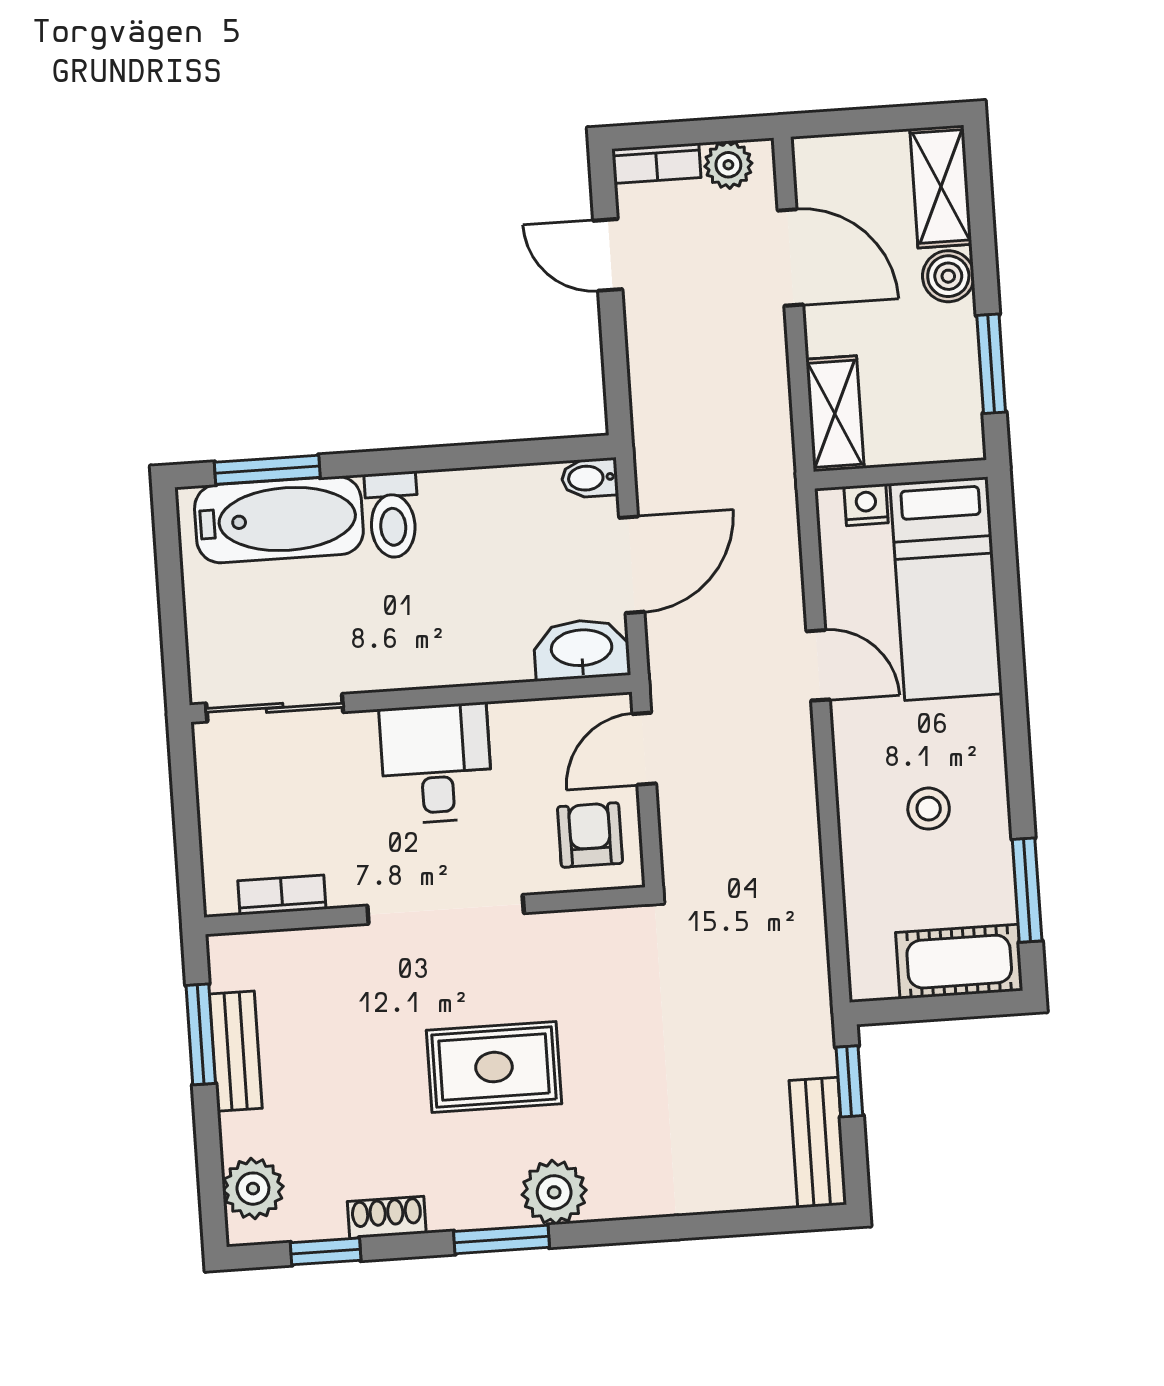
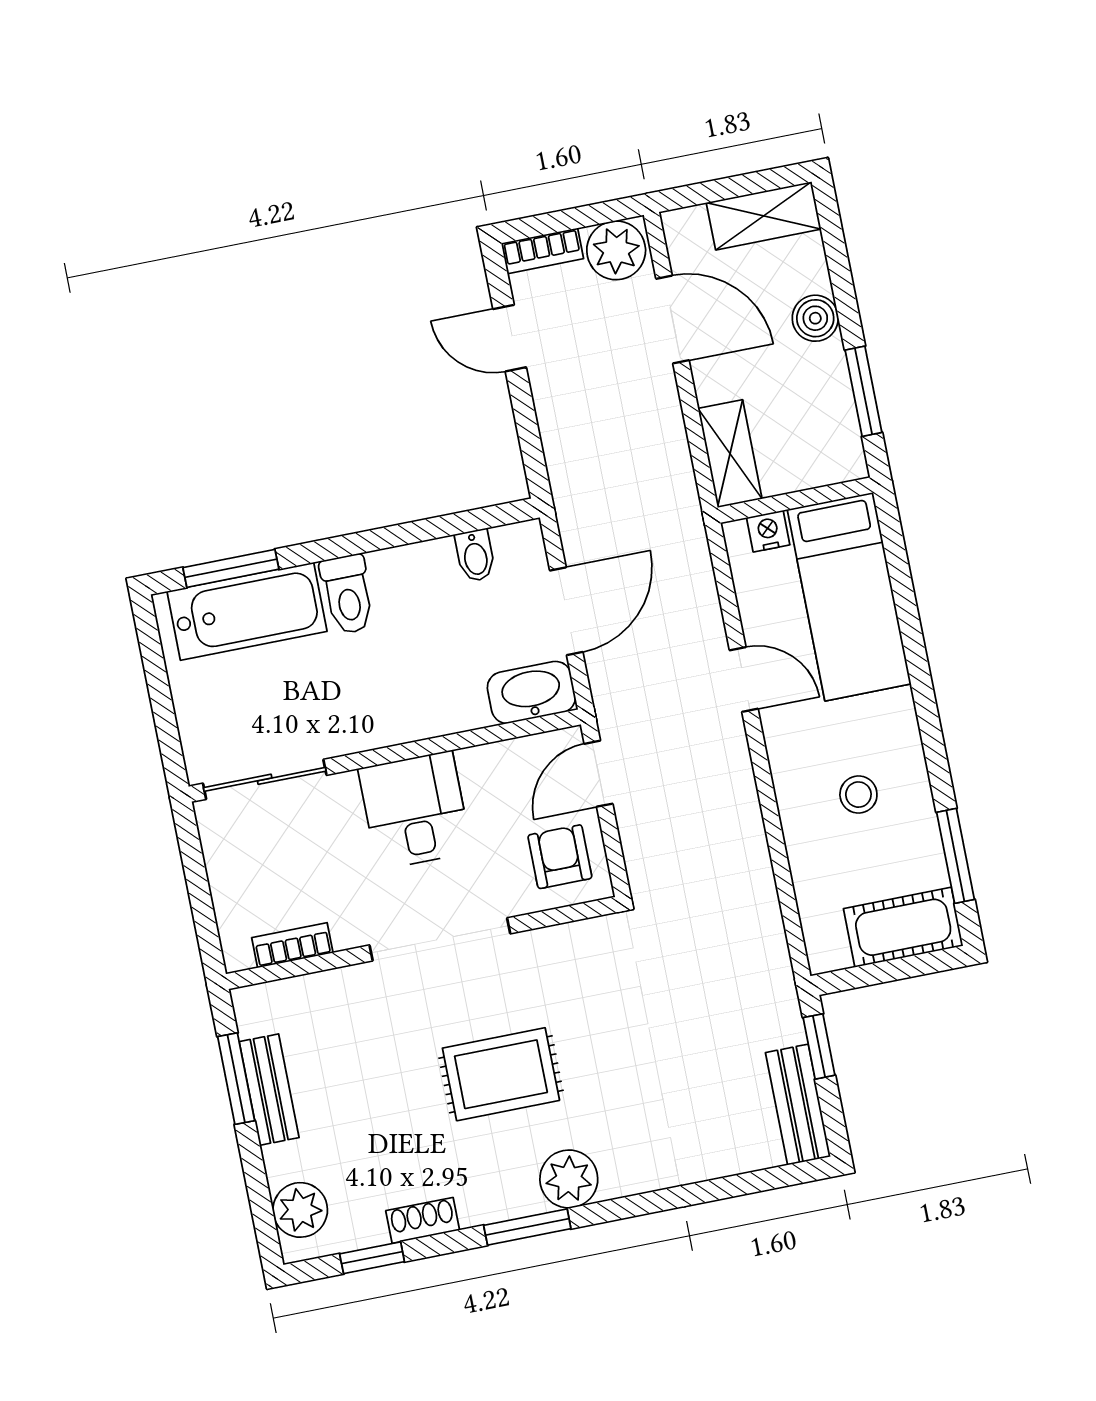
plant: (728, 165) -> (616, 250), width x1.38, depth x1.38
shelving: (941, 186) -> (764, 216), moved, turned 90
bidet: (590, 478) -> (475, 555), moved, turned -90

